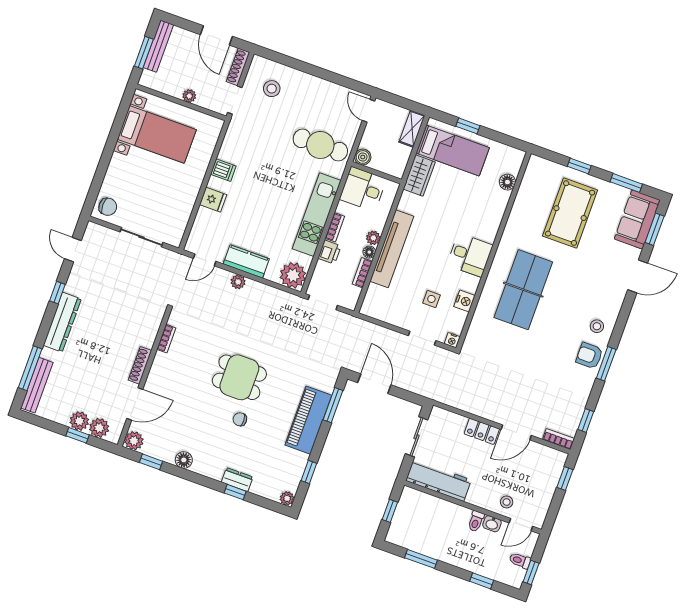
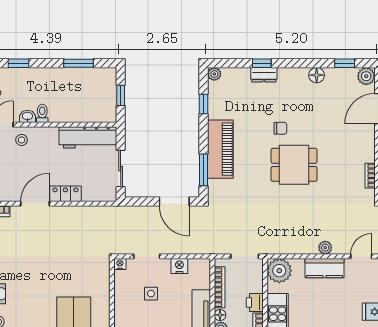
bookcase: (362, 273) -> (220, 287), width x1.56
nightstand: (464, 301) -> (179, 266), moved, turned 90

